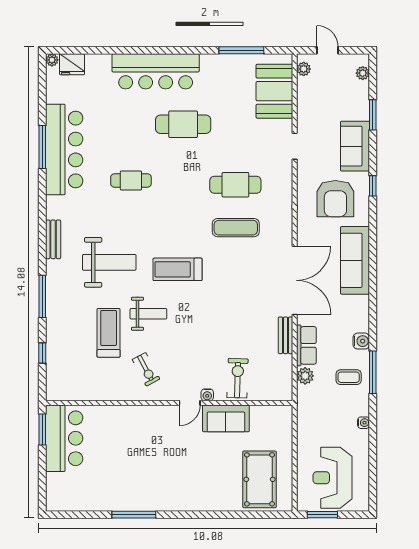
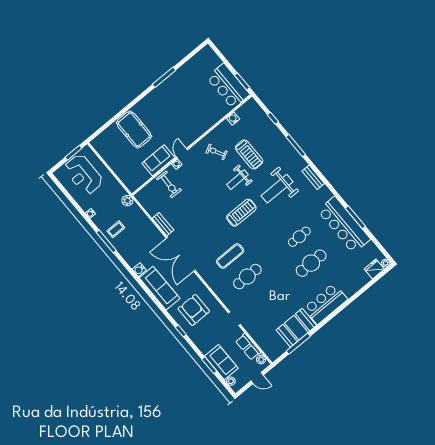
bar counter: (156, 71) -> (326, 304), width x0.73
booth: (274, 91) -> (296, 328), moved, turned 90
cafe table: (183, 124) -> (311, 263), moved
sofa: (355, 146) -> (221, 362), moved
water cooler: (361, 341) -> (139, 270), moved
row of seats: (306, 345) -> (248, 347), moved
plant: (305, 376) -> (127, 201), moved
water cooler: (92, 393) -> (233, 119), added
reception desk: (332, 478) -> (83, 175), turned 180
pool table: (259, 479) -> (134, 130), moved

